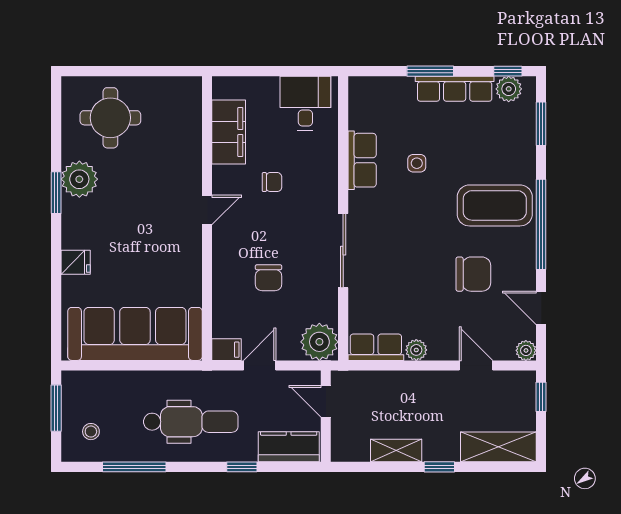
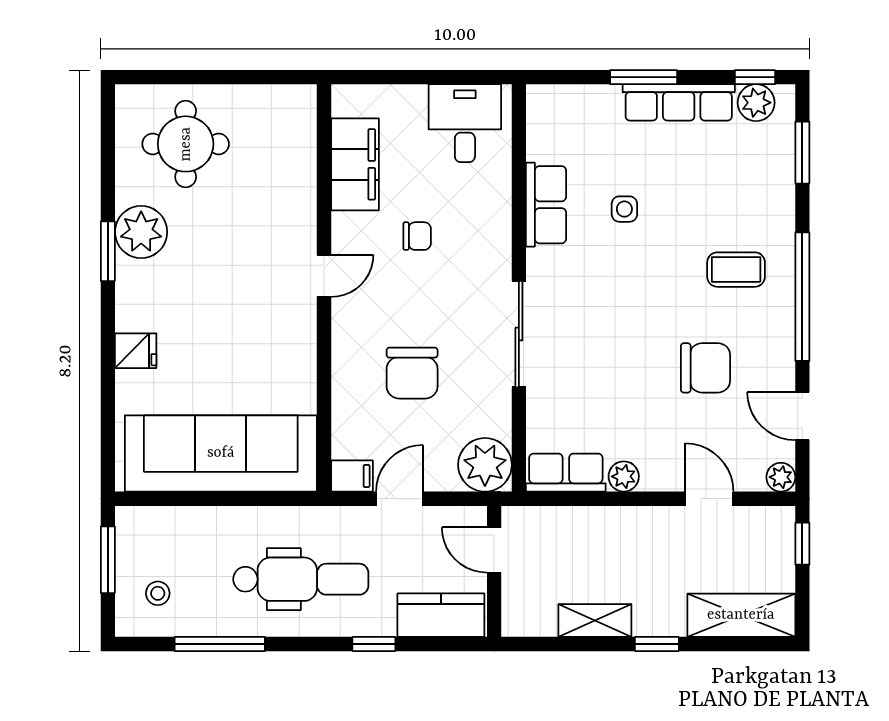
coffee table: (495, 205) -> (736, 270), width x0.54, depth x0.58
chair: (269, 278) -> (412, 373), width x1.37, depth x1.37

